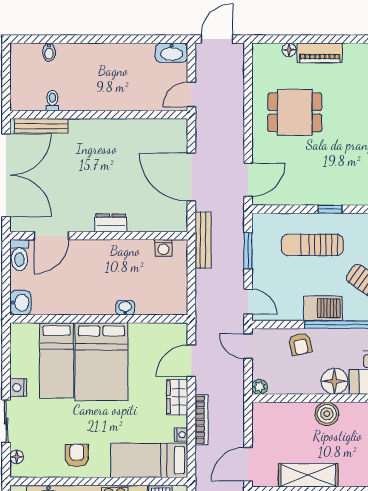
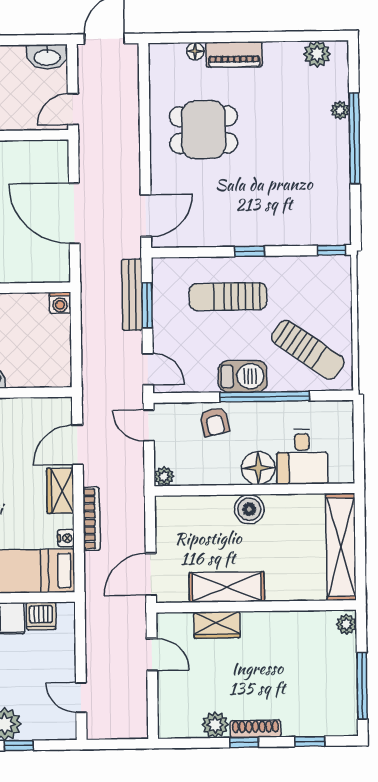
bench: (203, 240) -> (132, 295), moved
washing machine: (163, 248) -> (60, 303), moved

